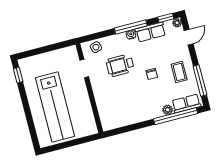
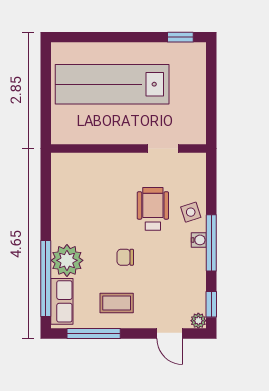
row of seats: (151, 32) -> (195, 273), removed
side table: (96, 47) -> (191, 212), moved
plant: (168, 110) -> (67, 260), width x1.87, depth x1.87

